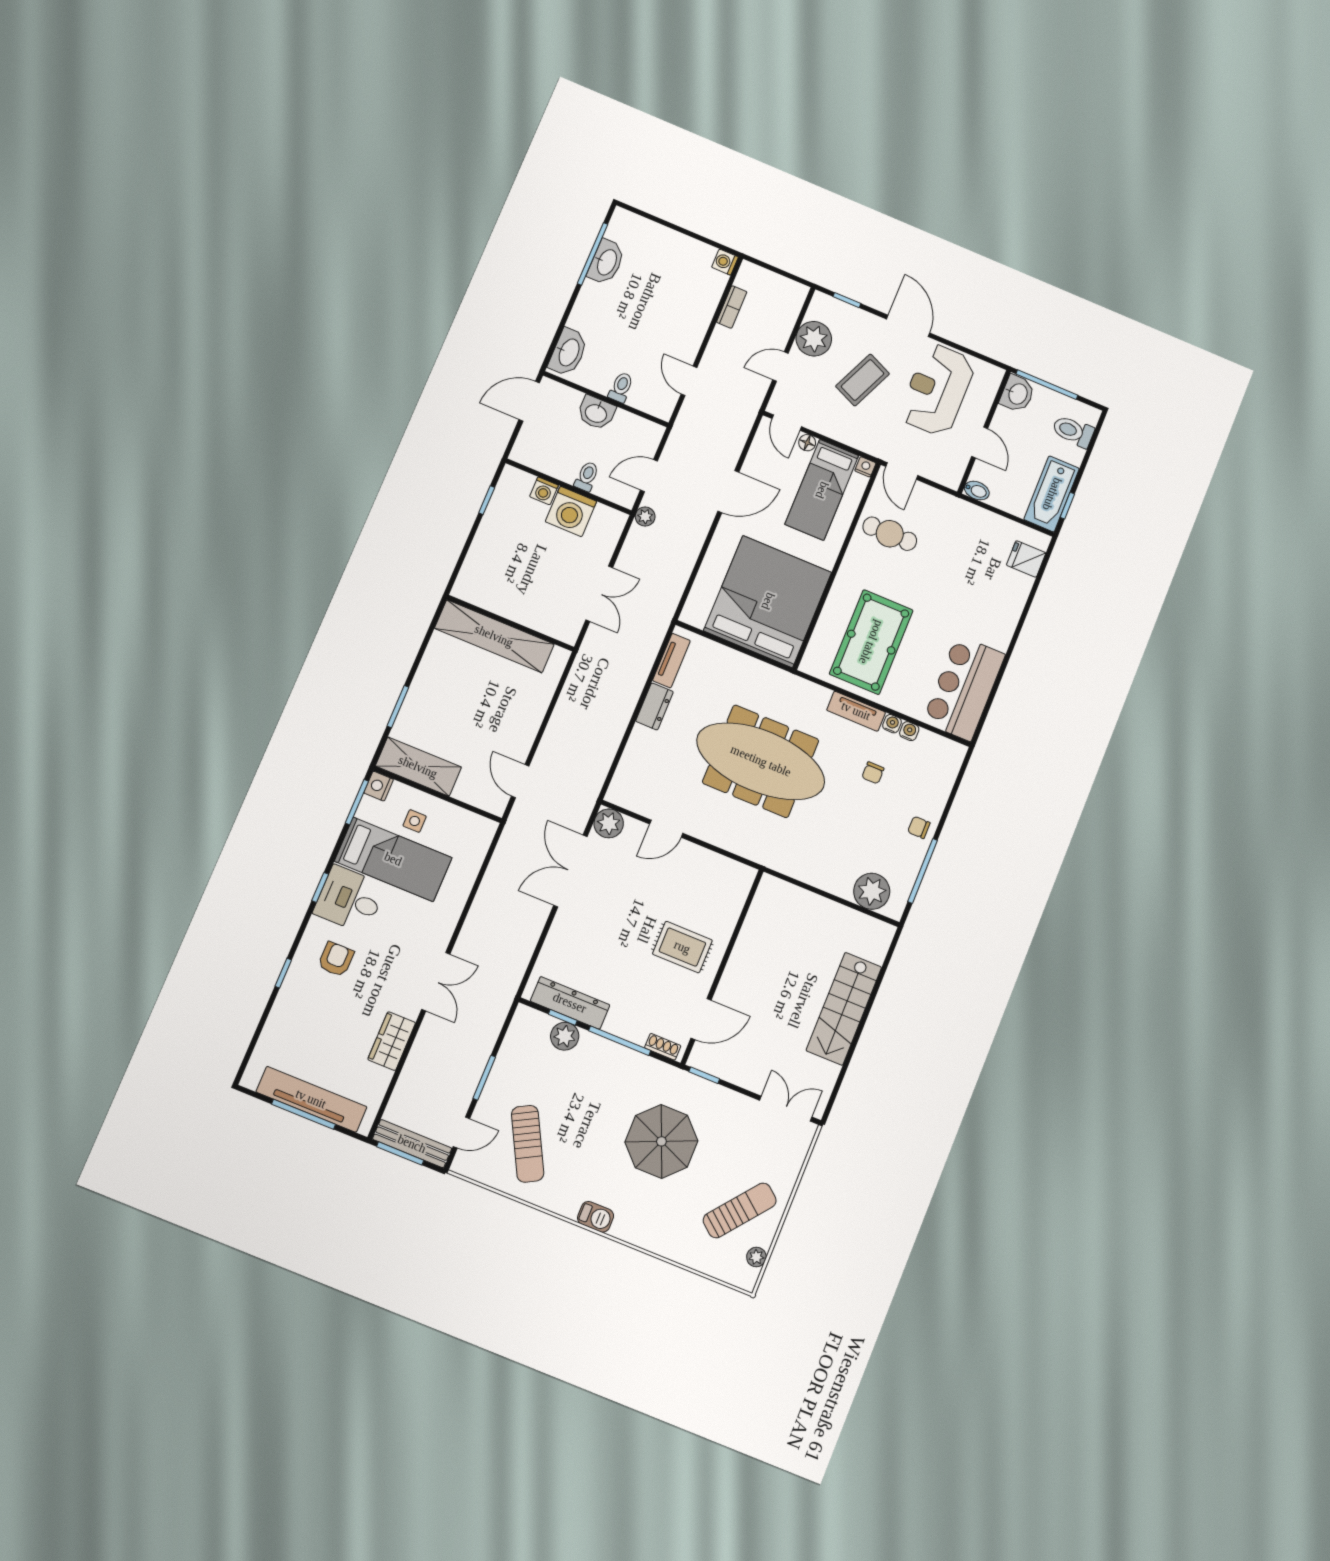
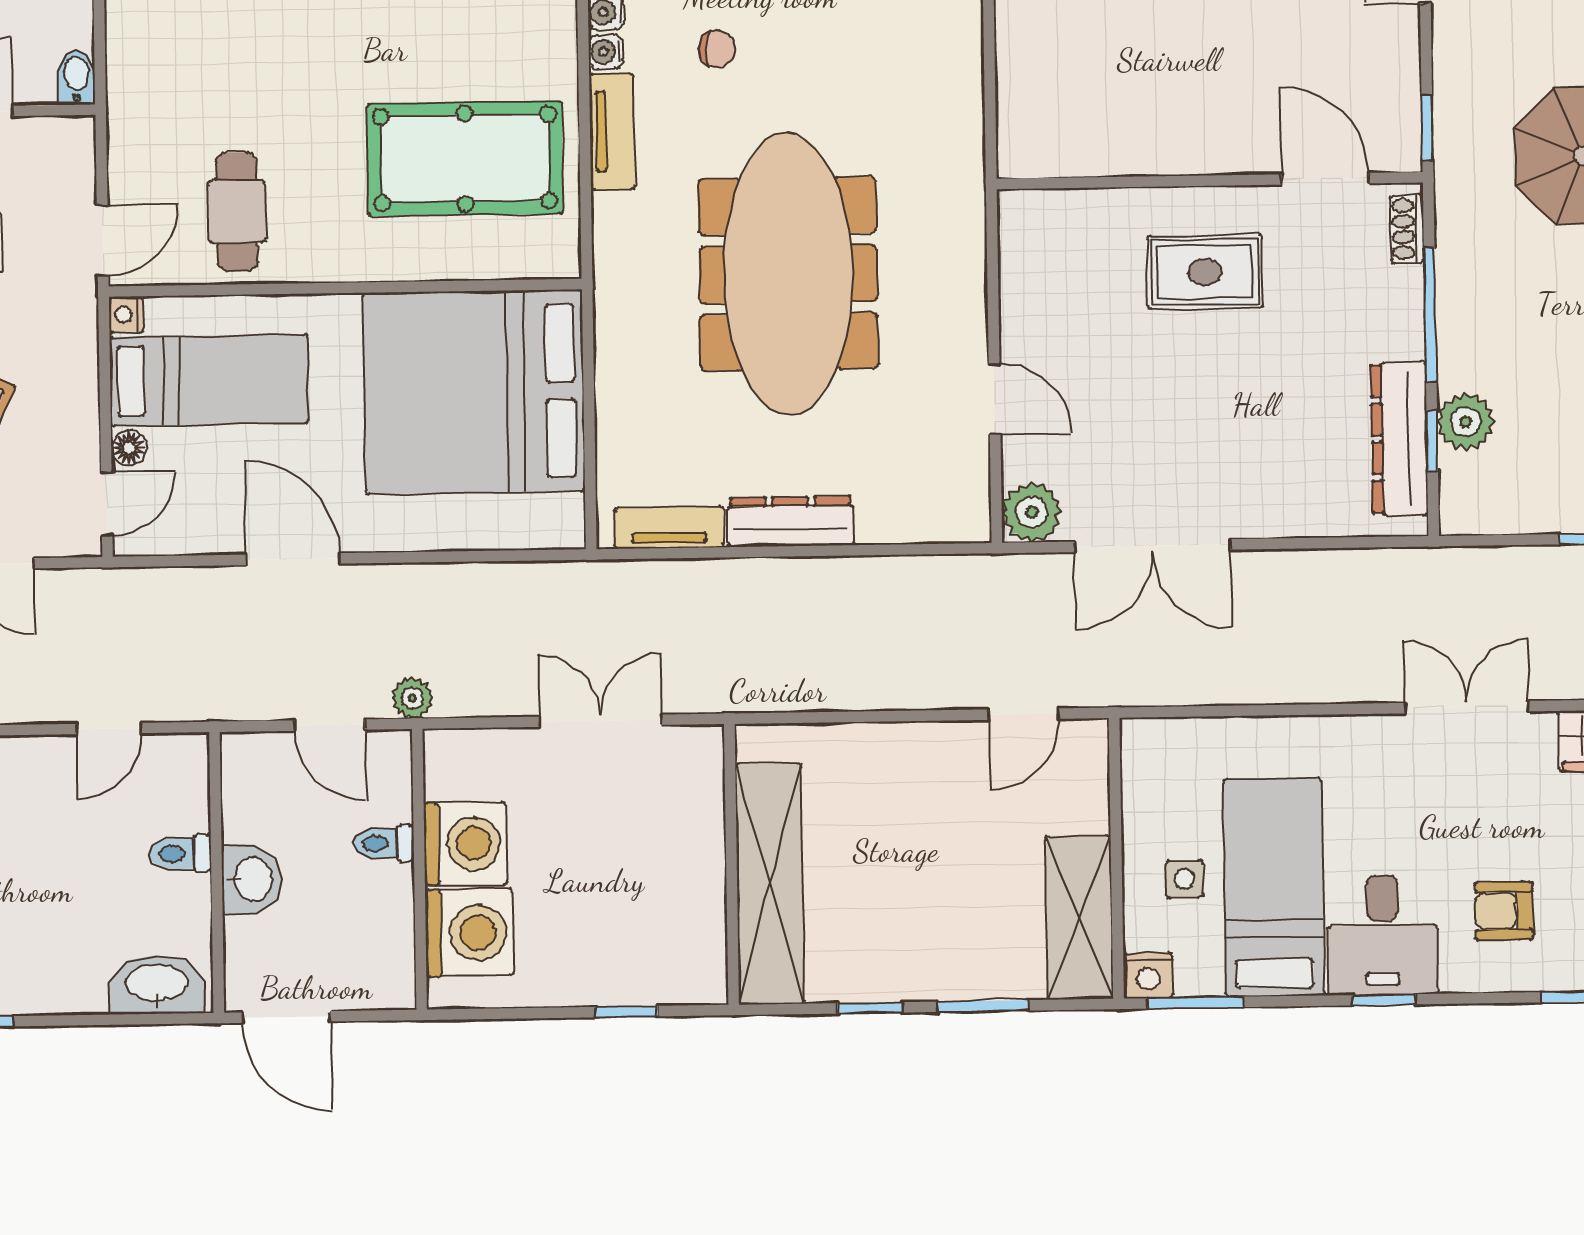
washing machine: (544, 491) -> (469, 933), width x1.89, depth x1.89
window: (487, 500) -> (626, 1012), moved
window: (420, 656) -> (870, 1008), added
dresser: (654, 706) -> (790, 521), width x1.44
rug: (682, 947) -> (1205, 272), turned 90

